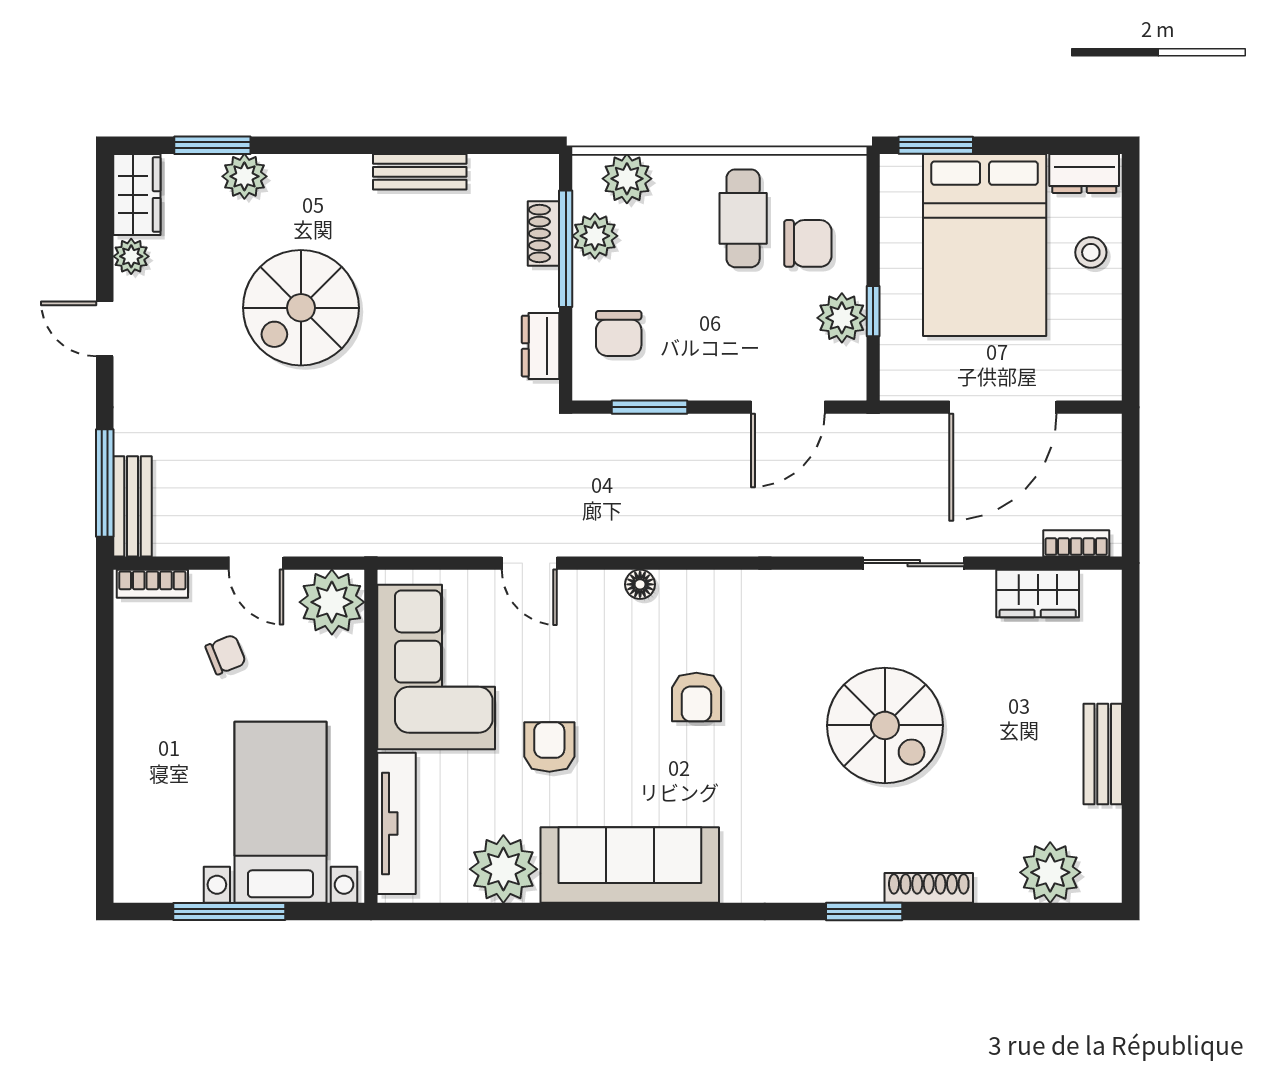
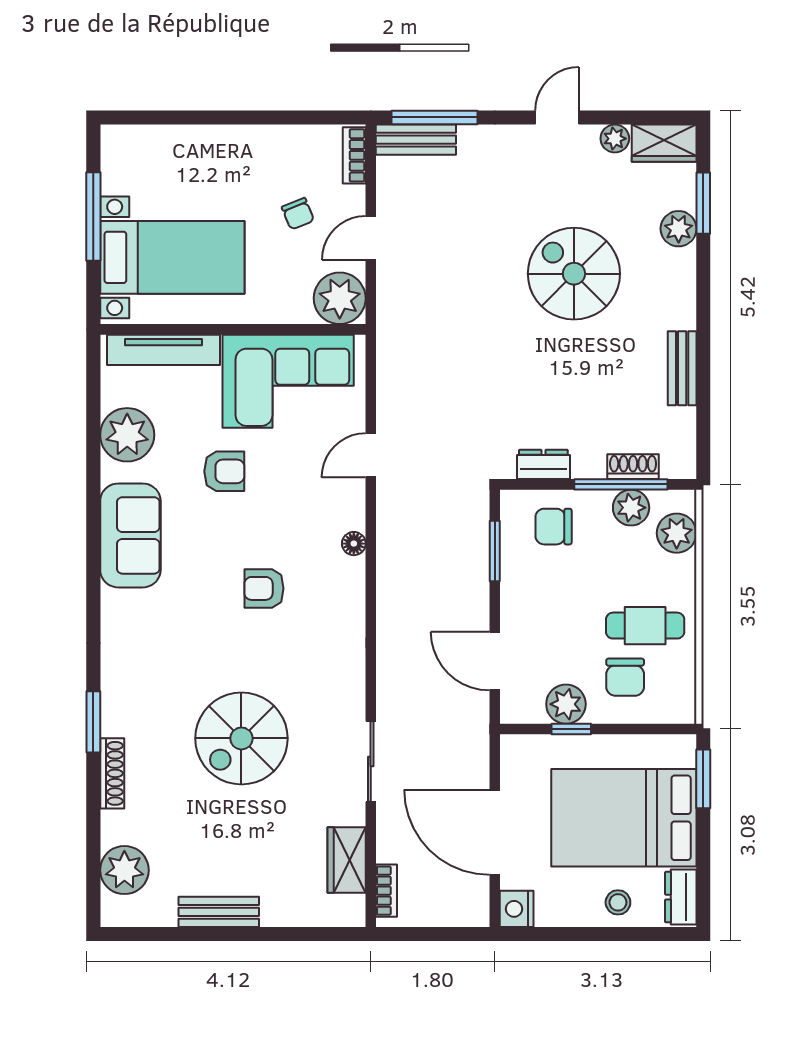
nightstand: (1099, 380) -> (517, 909), added
sofa: (630, 865) -> (130, 535), width x0.73

